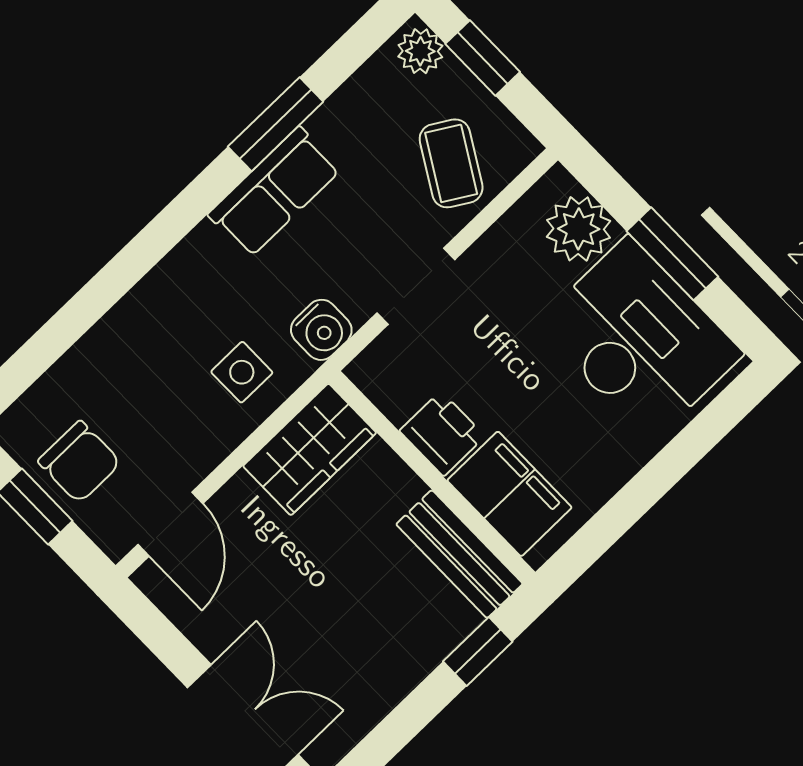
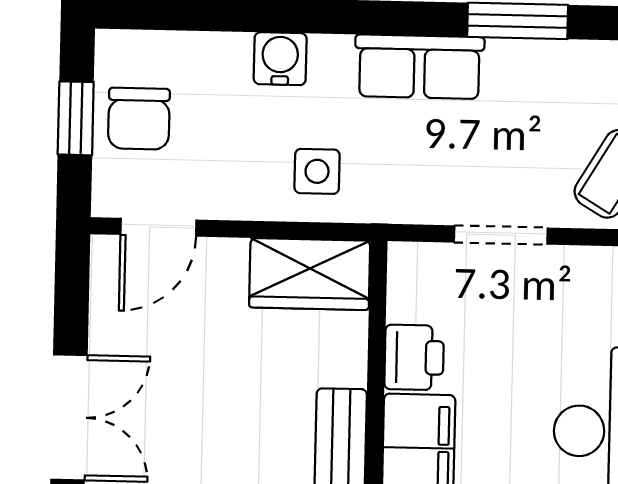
row of seats: (274, 192) -> (419, 67), moved
water cooler: (321, 330) -> (280, 59), moved, turned 180

